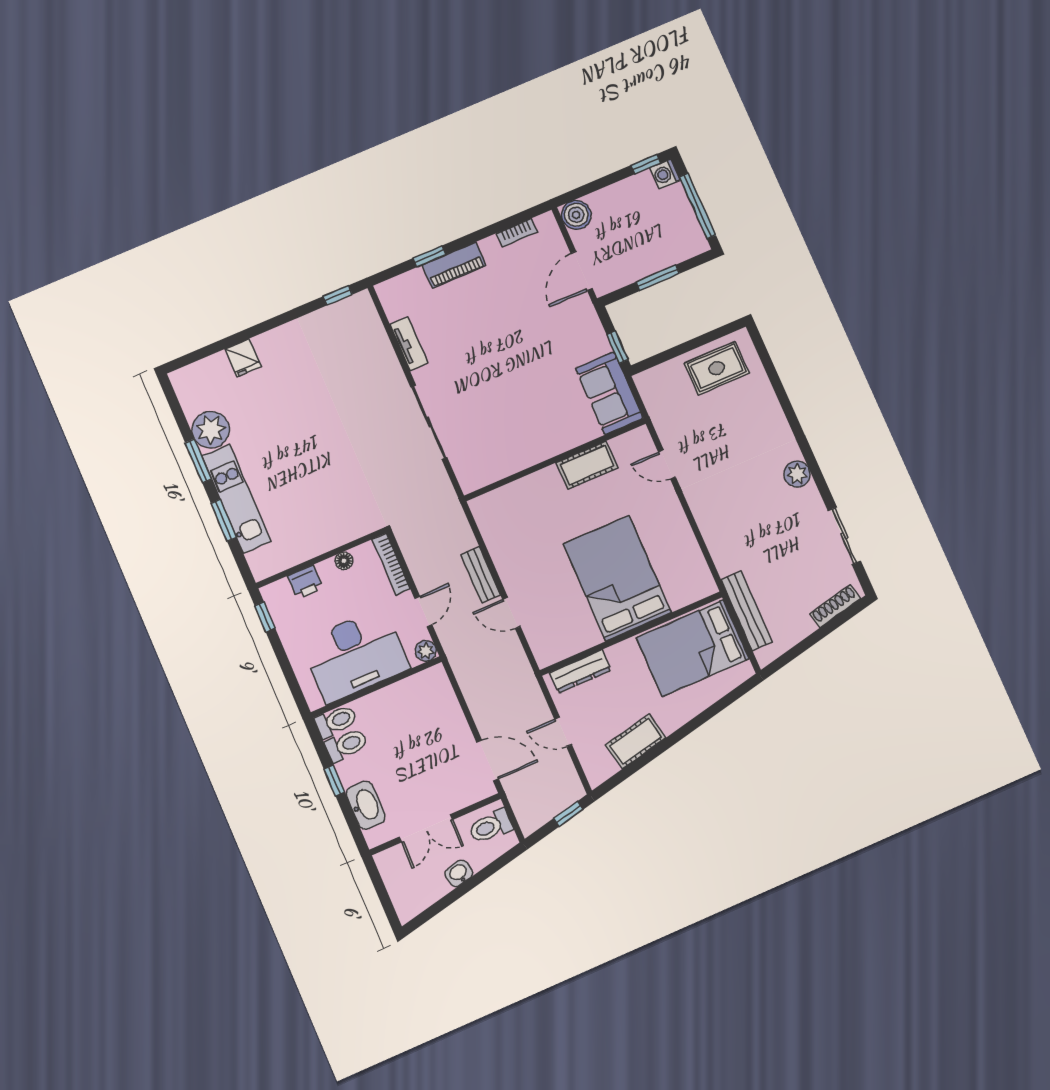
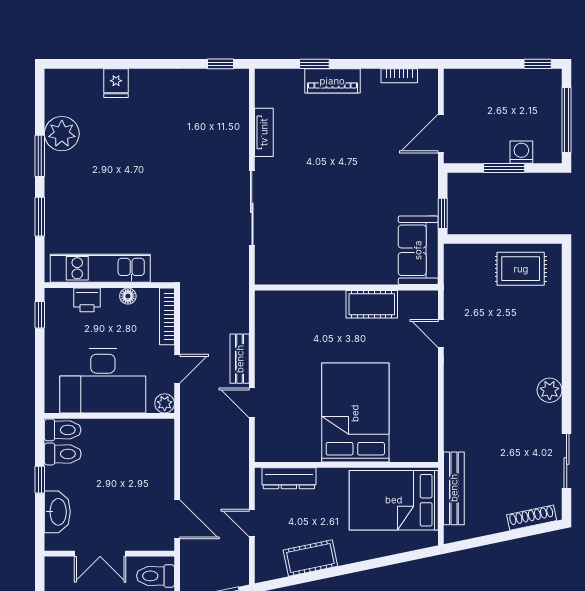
washing machine: (665, 174) -> (521, 152), moved, turned 90
boiler: (576, 215) -> (458, 82), removed
kitchen unit: (236, 499) -> (100, 268), moved, turned -90

